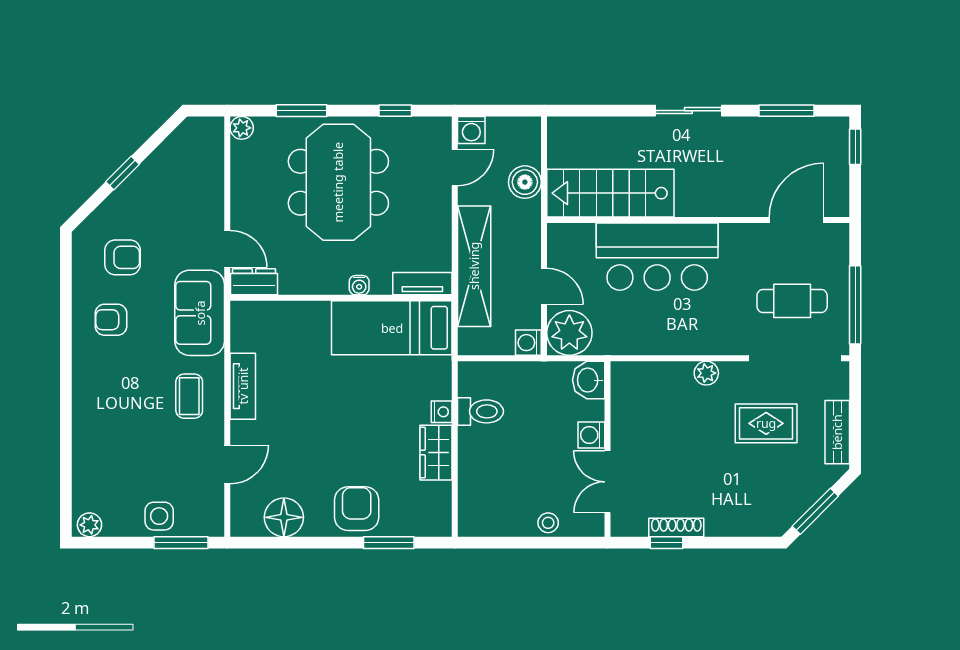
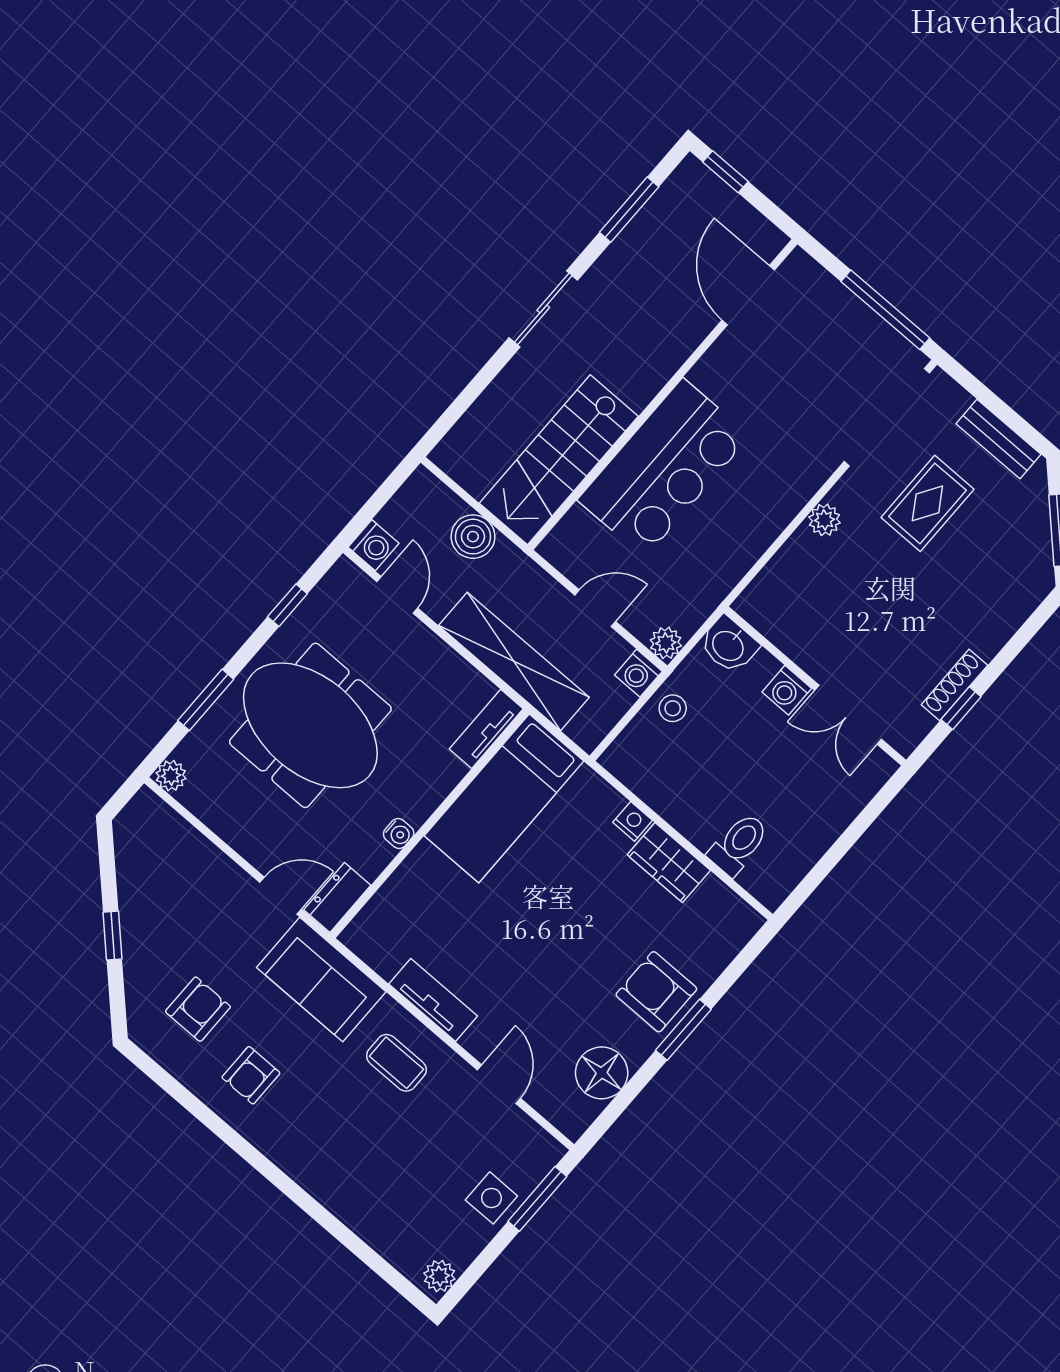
water cooler: (359, 285) -> (399, 833), moved
cafe table: (792, 301) -> (826, 370), removed
plant: (569, 333) -> (666, 643), width x0.53, depth x0.53
toilet: (481, 411) -> (739, 844), moved
stool: (548, 523) -> (673, 708), moved
window: (389, 543) -> (683, 1030), moved

